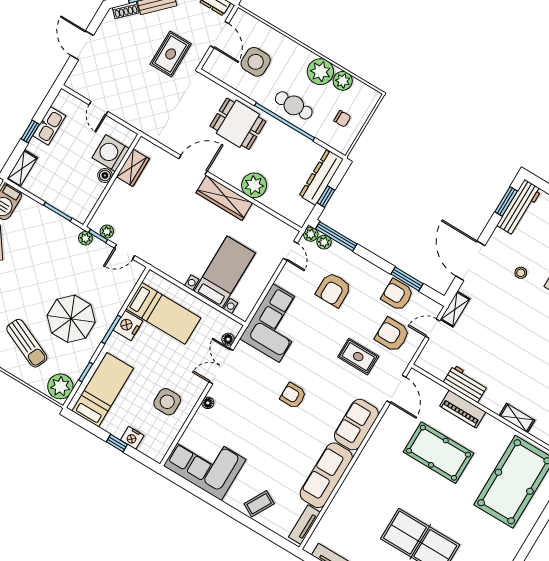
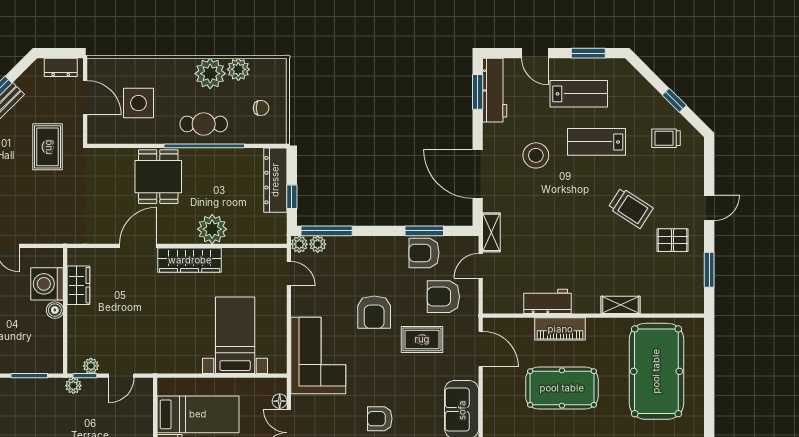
dining table: (238, 124) -> (158, 177), turned 90
stool: (521, 273) -> (536, 155), width x1.89, depth x1.89
armchair: (334, 290) -> (374, 312), moved

